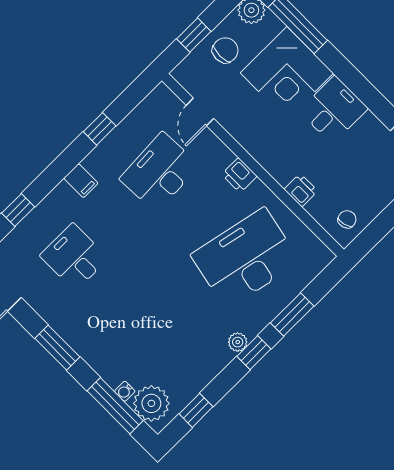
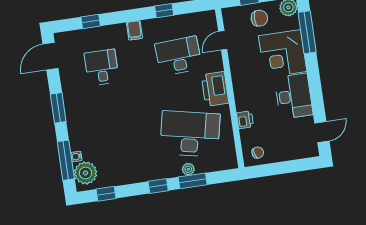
desk: (333, 110) -> (294, 96), width x1.37
printer: (239, 175) -> (215, 89), width x1.87, depth x1.48
plant: (238, 342) -> (188, 169), moved

